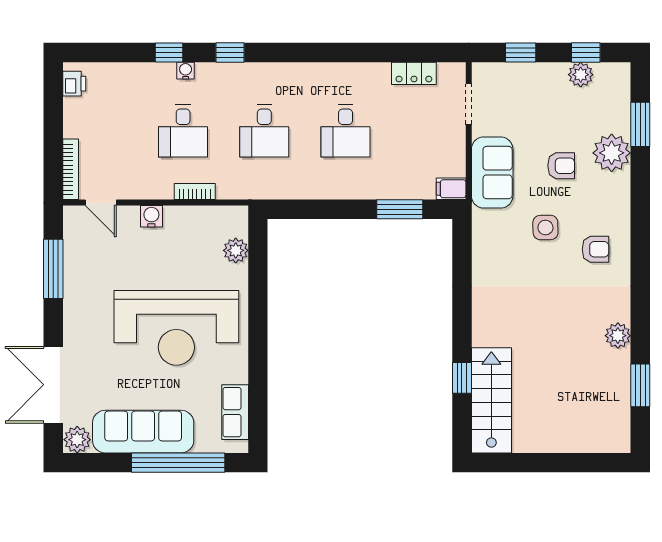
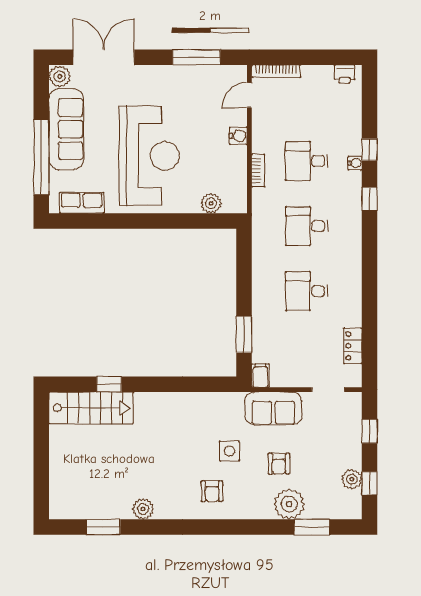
reception desk: (176, 328) -> (149, 156), turned 180

